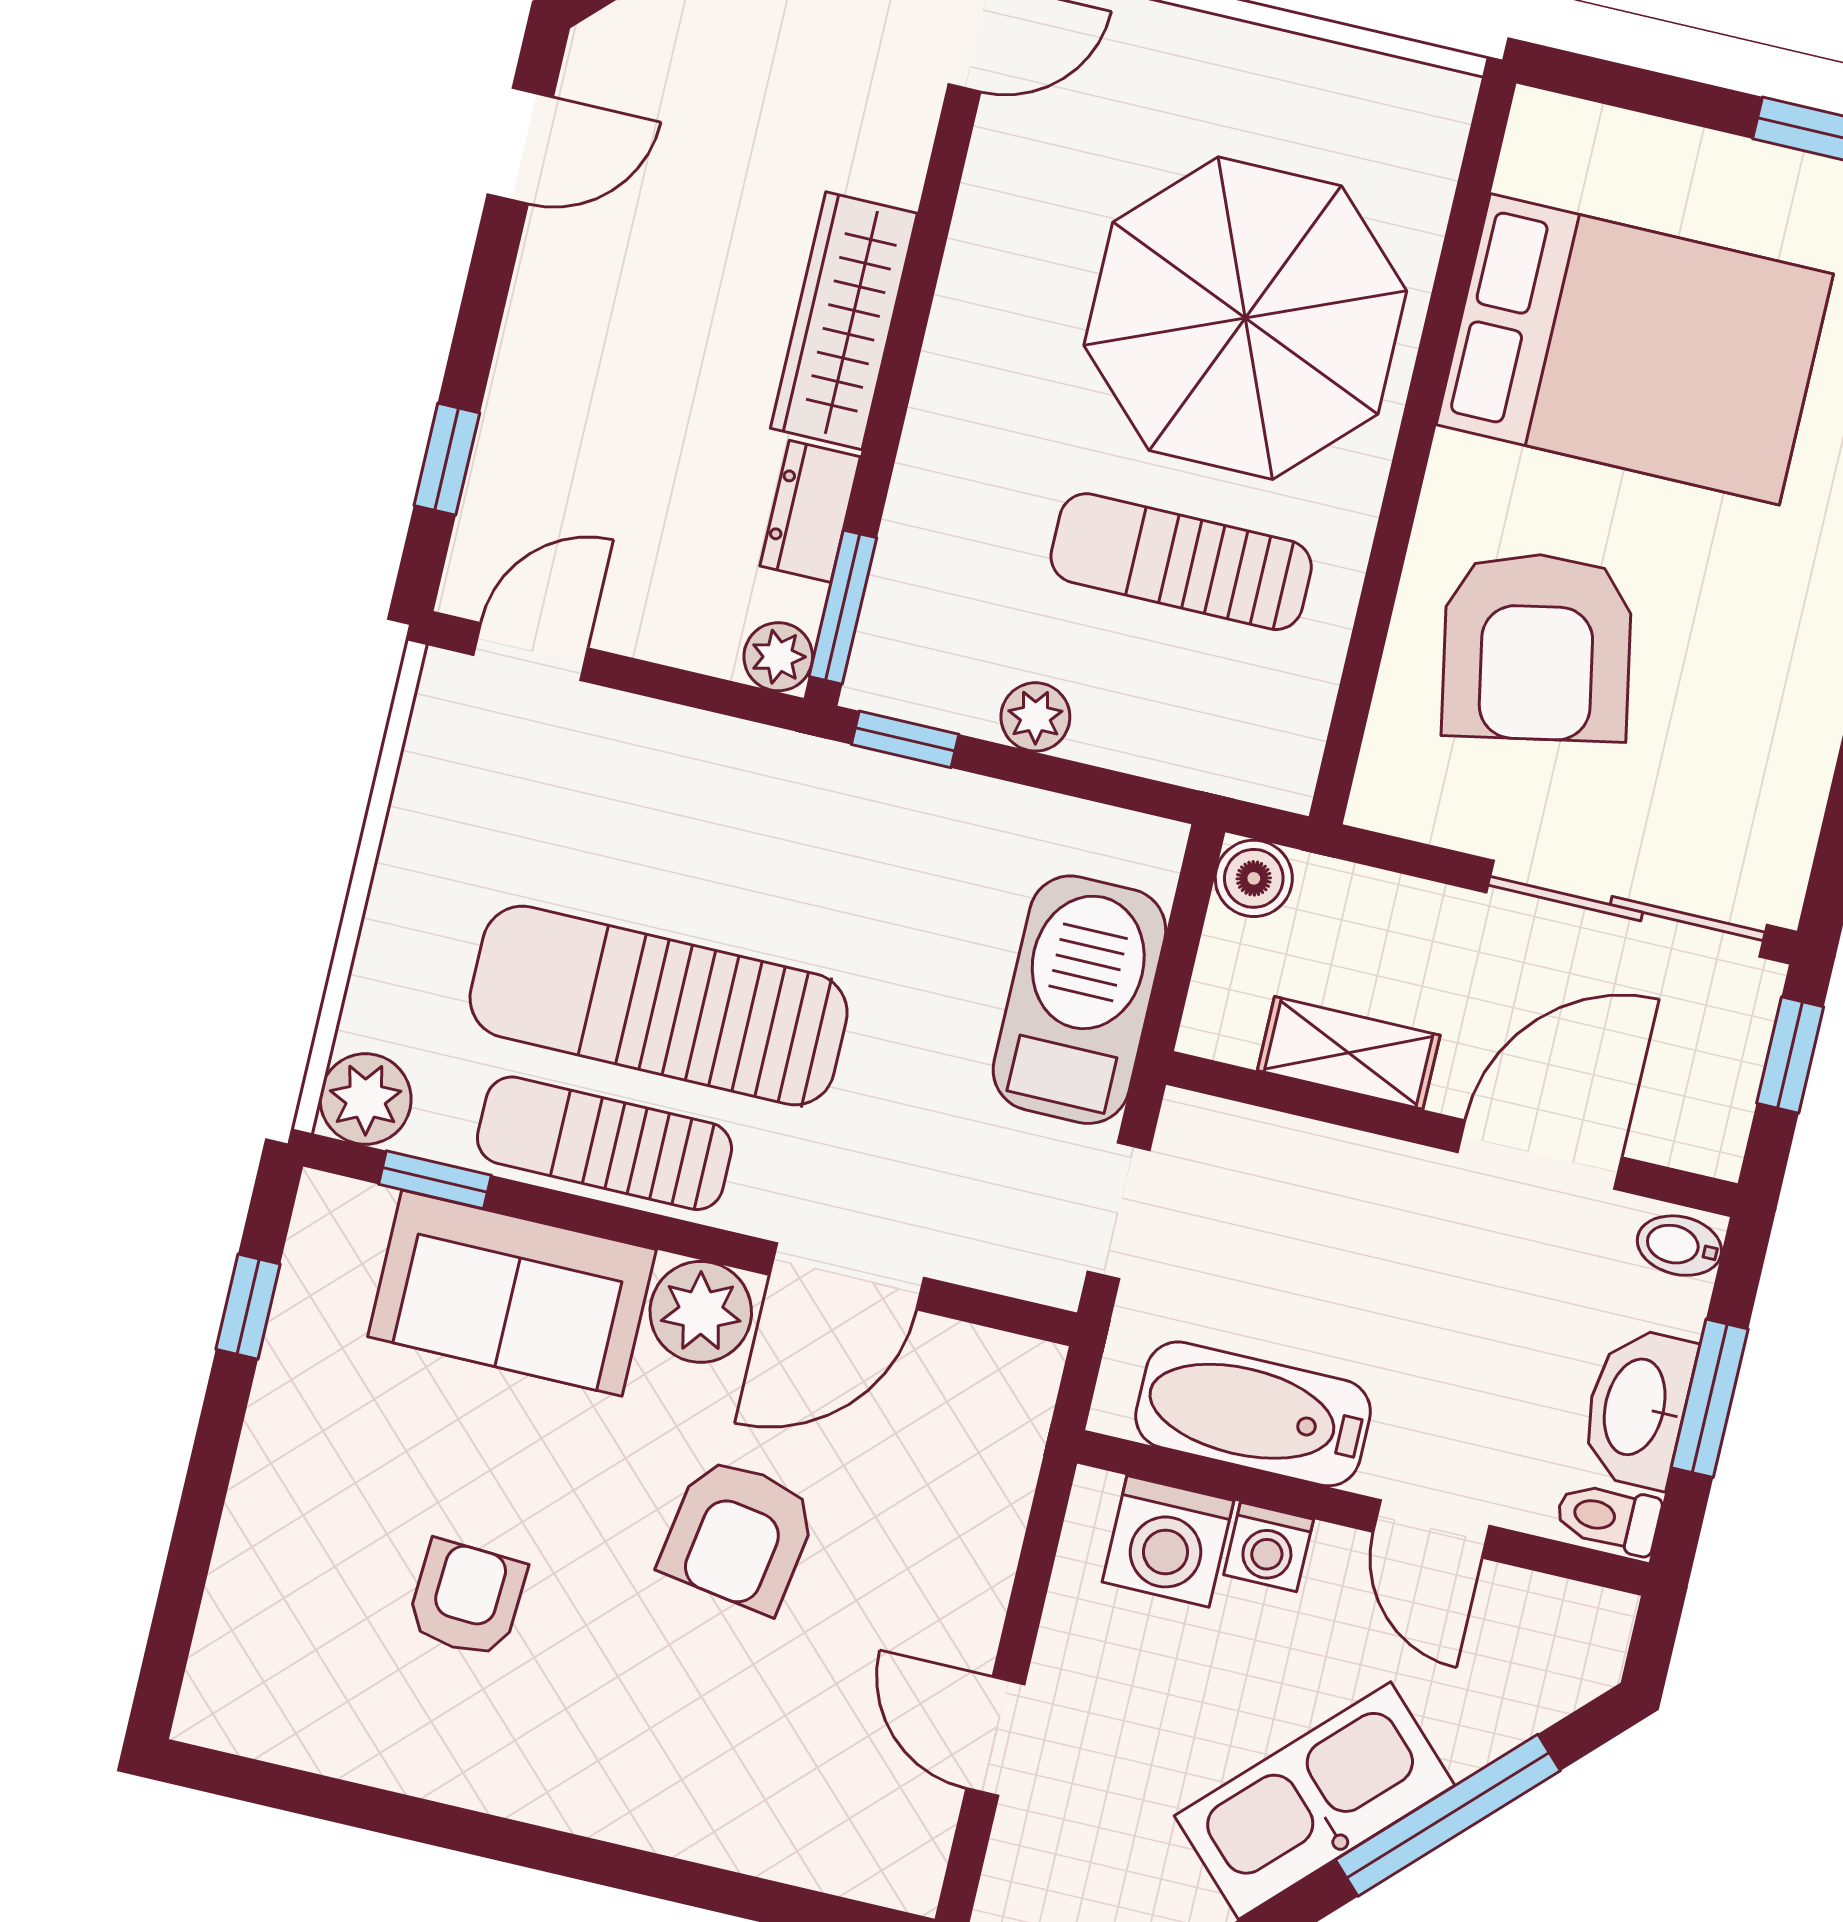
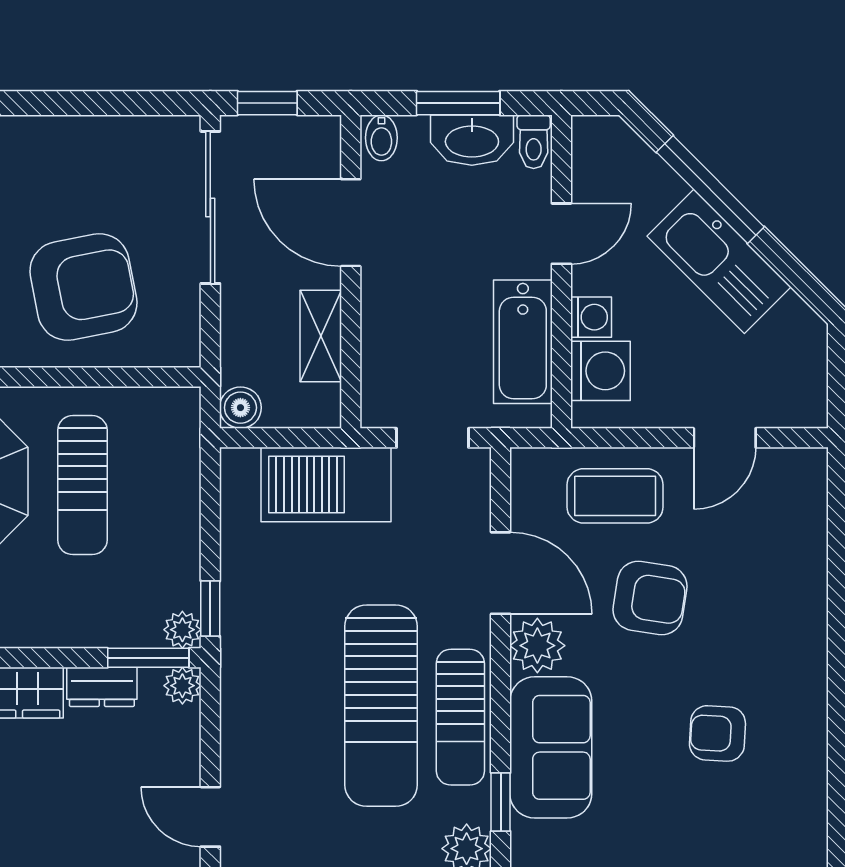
plant: (1035, 717) -> (182, 630), moved
coffee table: (937, 1515) -> (615, 496), added

